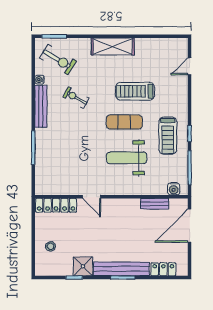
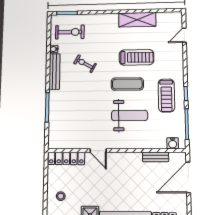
shelving: (113, 47) -> (137, 20), moved
exercise bike: (58, 60) -> (70, 32), turned -31
treadmill: (135, 91) -> (137, 57), turned 180
weight bench: (127, 158) -> (130, 115), turned 180

